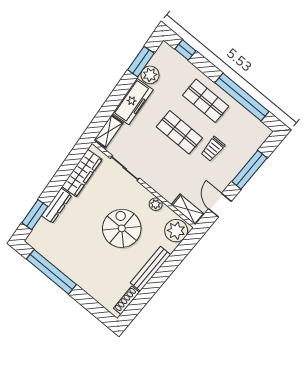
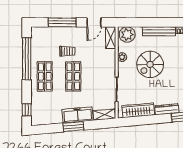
window: (141, 62) -> (73, 127), moved
plant: (150, 75) -> (56, 118), removed

